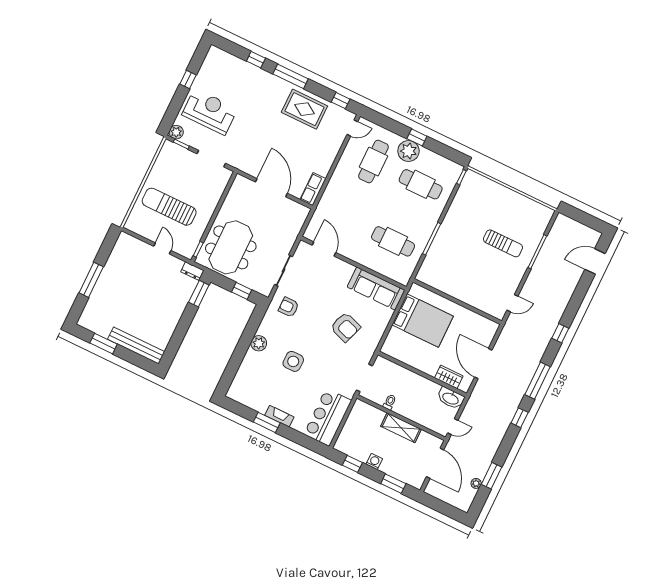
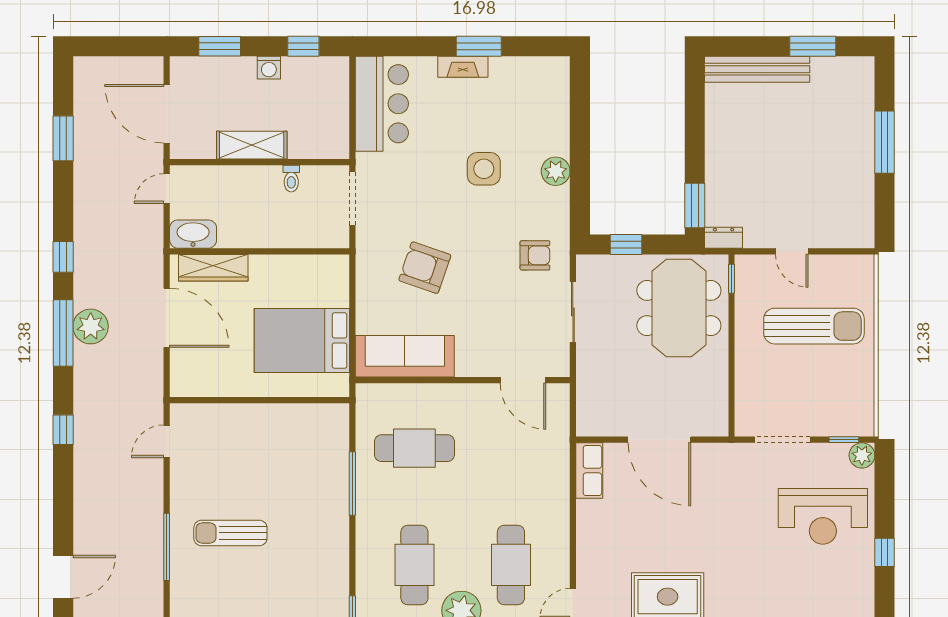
cafe table: (421, 184) -> (414, 565), turned 90
wardrobe: (449, 377) -> (213, 268), width x1.50
plant: (476, 483) -> (91, 326), moved, width x1.88, depth x1.88

